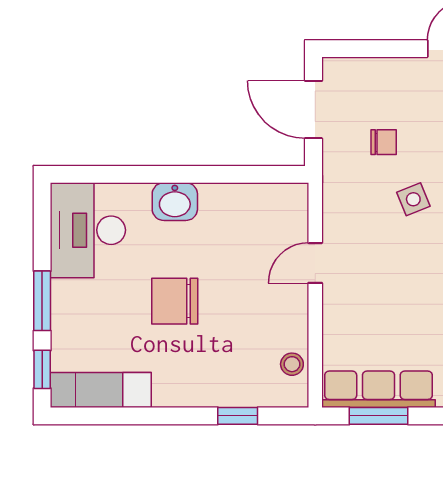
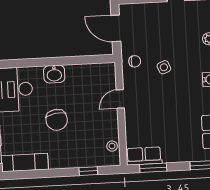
chair: (384, 142) -> (135, 61), moved
chair: (175, 301) -> (57, 120), turned -99
row of seats: (378, 389) -> (144, 156), width x0.68

